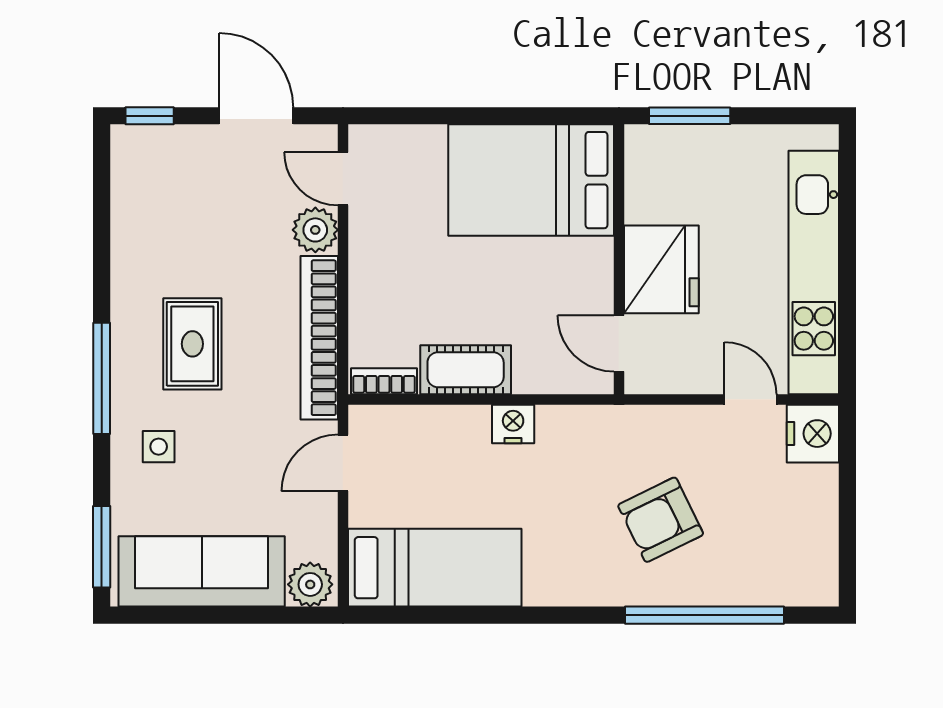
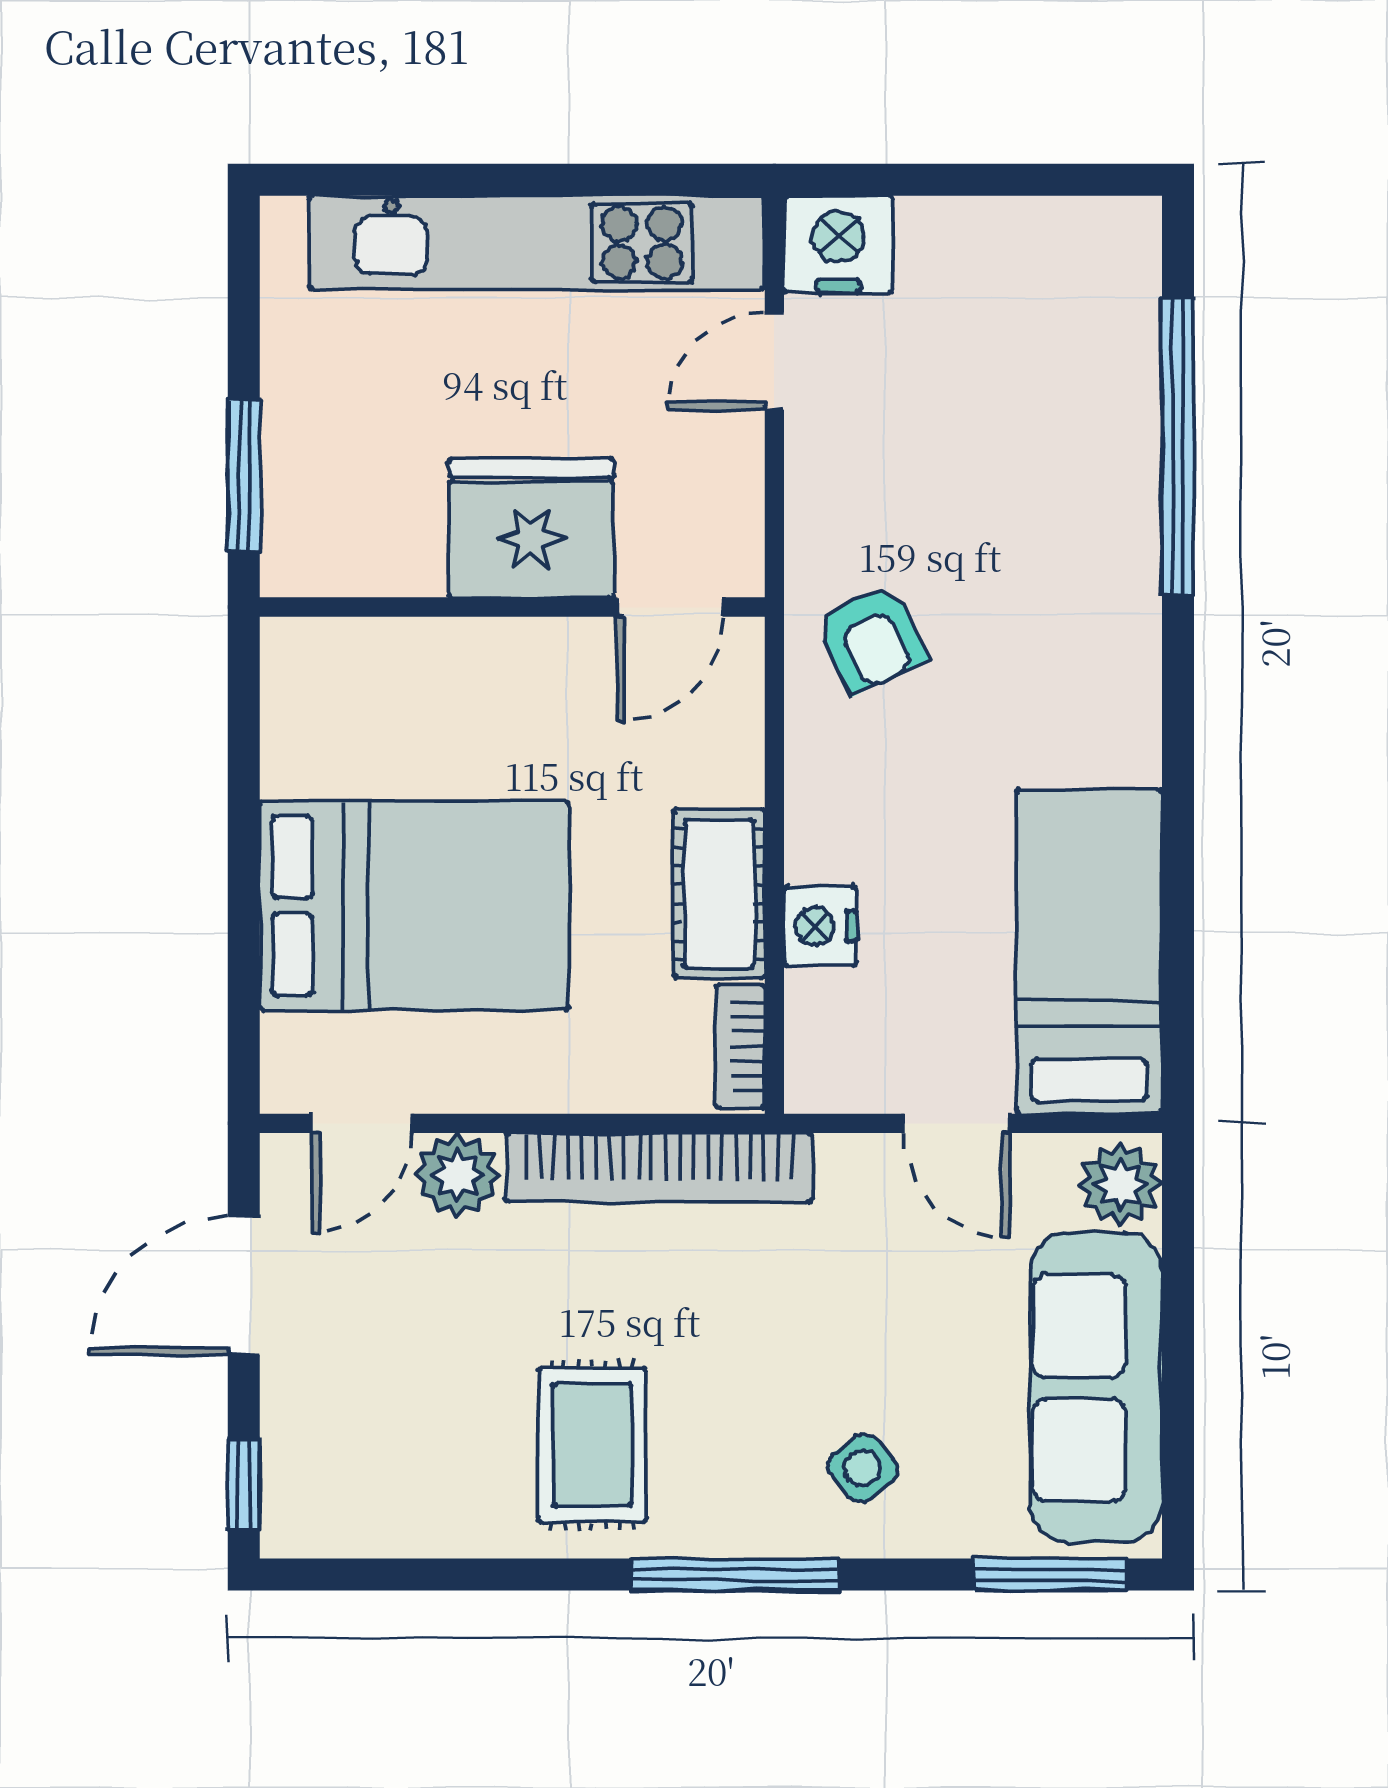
bed: (531, 180) -> (414, 906), moved, turned -90
rug: (192, 344) -> (592, 1445), moved, turned 90
nightstand: (513, 424) -> (820, 926), moved
side table: (159, 447) -> (863, 1468), turned -37
door: (343, 463) -> (957, 1123), moved
armchair: (661, 520) -> (872, 638), moved, width x0.72, depth x0.72

